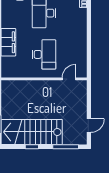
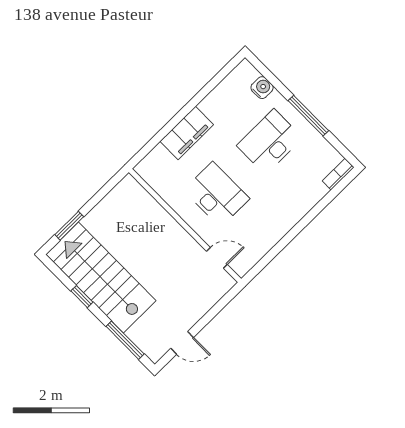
desk: (44, 54) -> (216, 194), turned -90

